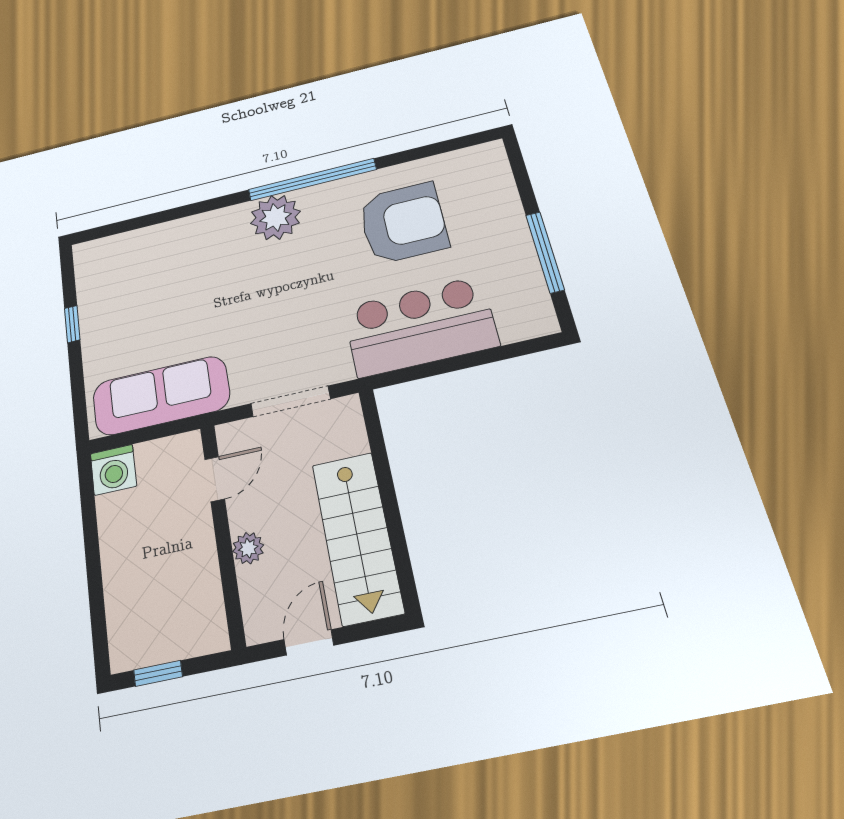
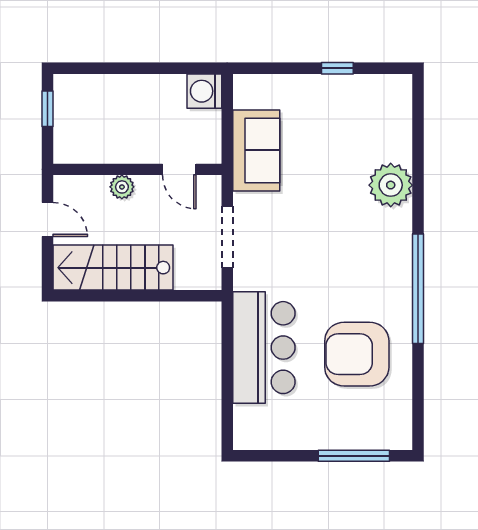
plant: (275, 217) -> (391, 185), moved
armchair: (403, 223) -> (357, 354), turned 90
window: (545, 252) -> (354, 456), moved
sofa: (161, 396) -> (256, 150), width x0.73

